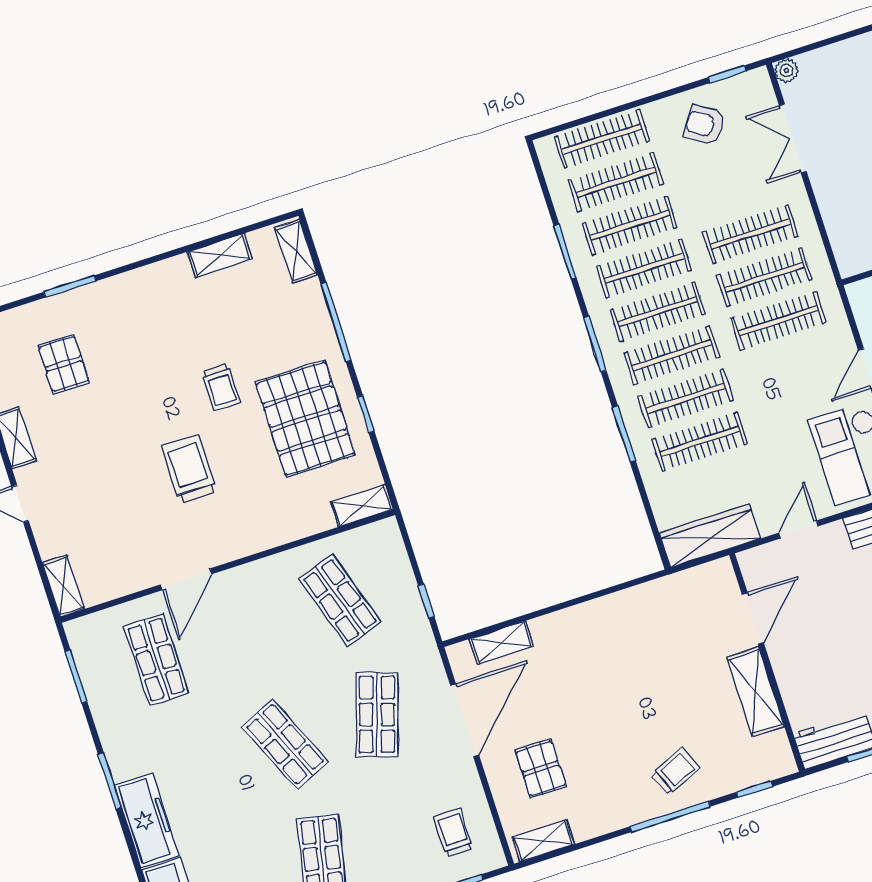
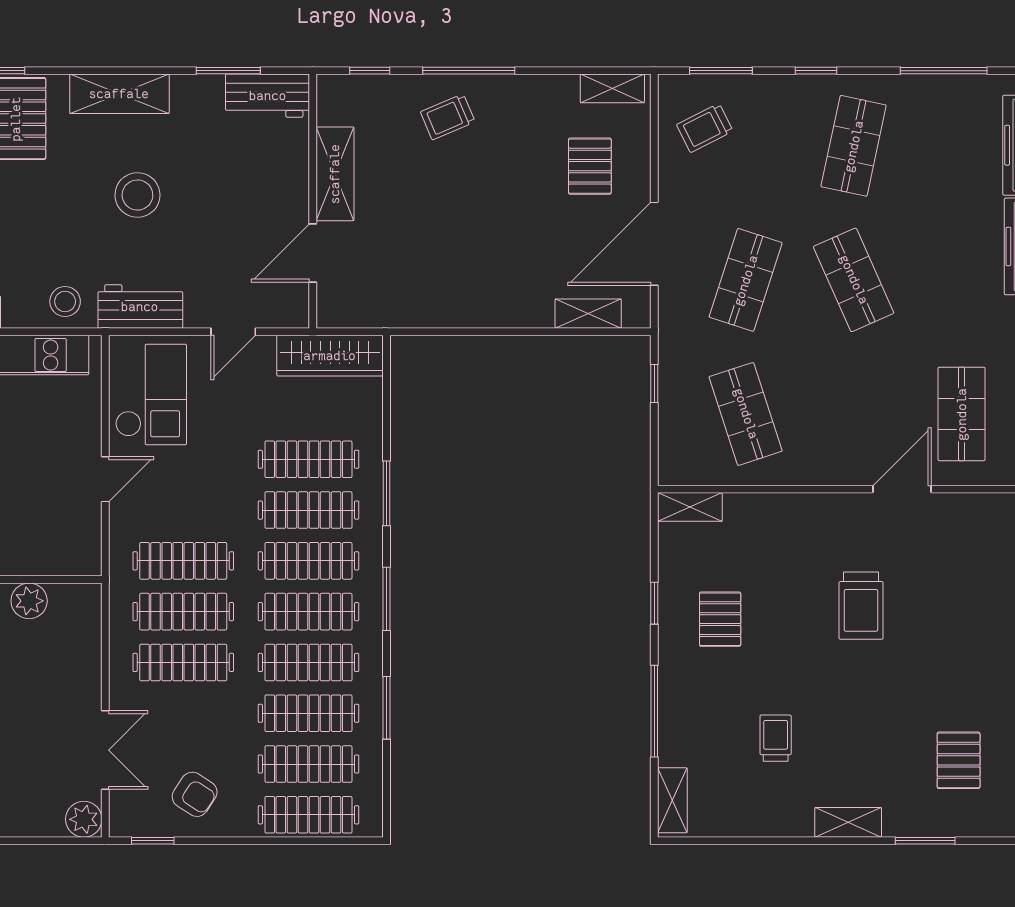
plant: (786, 71) -> (84, 819), width x1.38, depth x1.38
shelving: (220, 255) -> (848, 822), moved
trolley: (221, 387) -> (776, 738), moved
pallet: (305, 419) -> (720, 619), width x0.49, depth x0.50
trolley: (453, 833) -> (705, 128), turned 63

